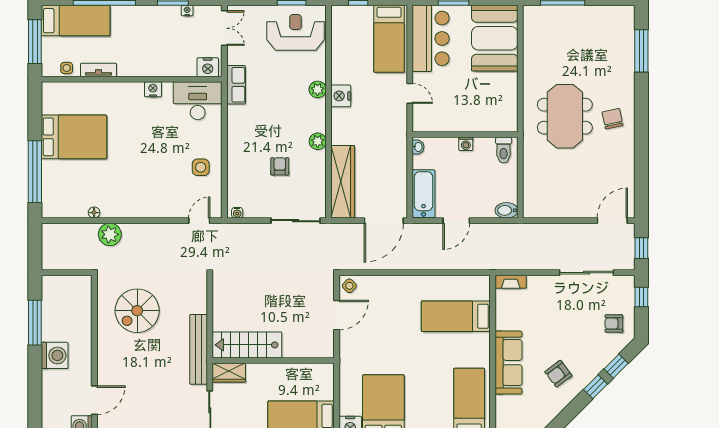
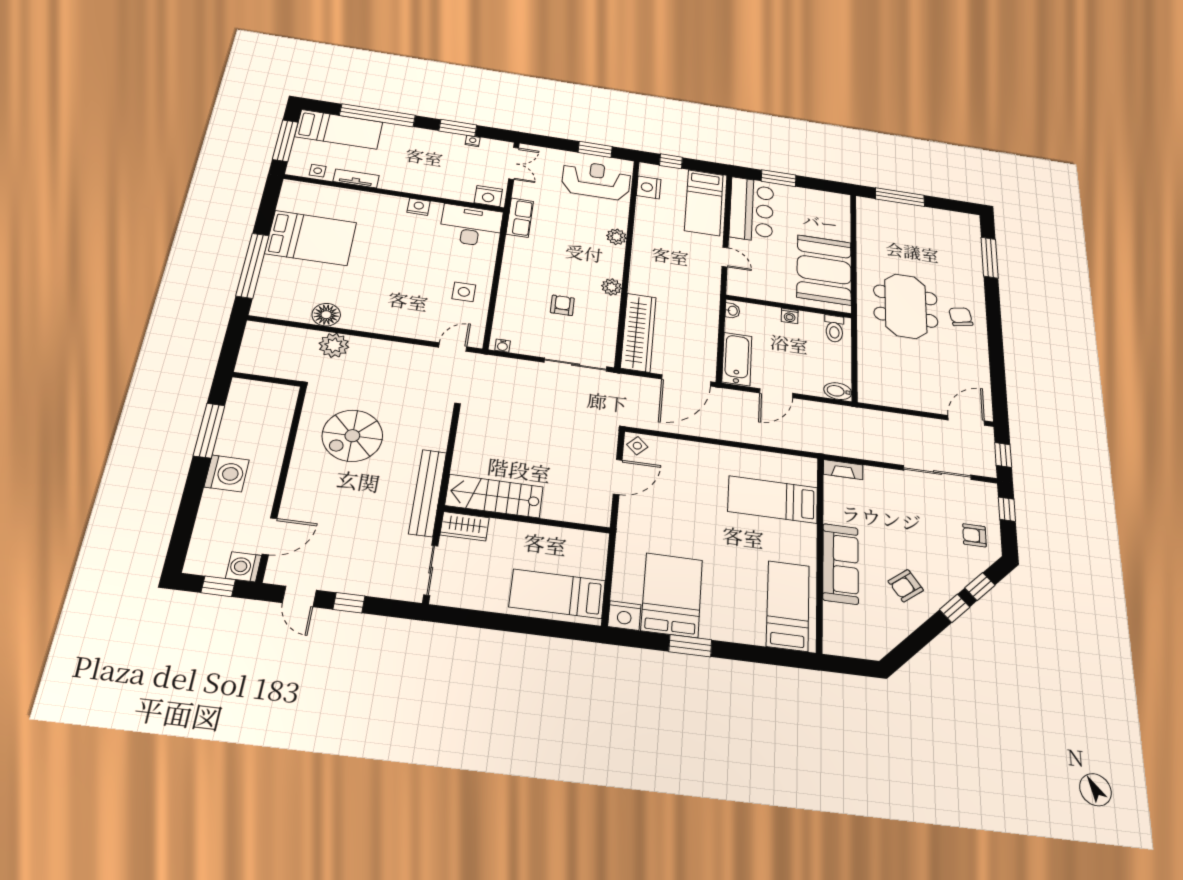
booth: (495, 38) -> (824, 270), moved
nightstand: (341, 96) -> (649, 187), moved
floor lamp: (94, 213) -> (326, 315), width x1.89, depth x1.89

